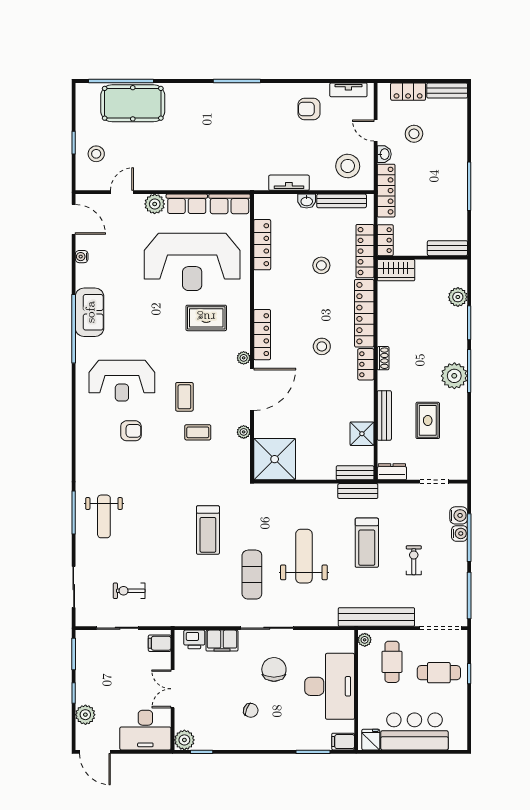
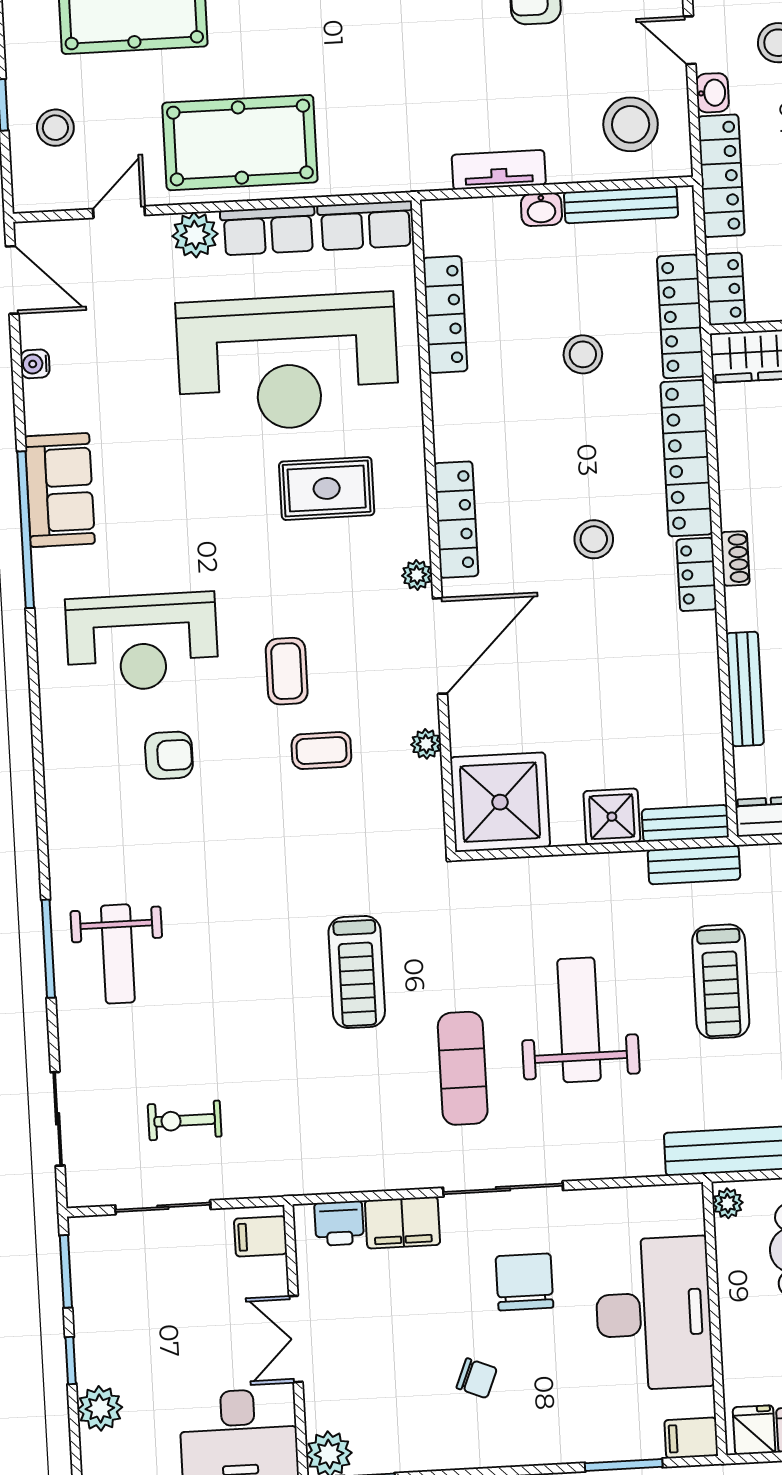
pool table: (177, 165) -> (240, 143), added
shower: (362, 434) -> (612, 817), moved

